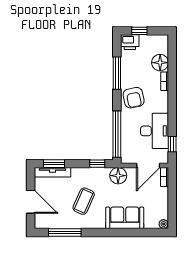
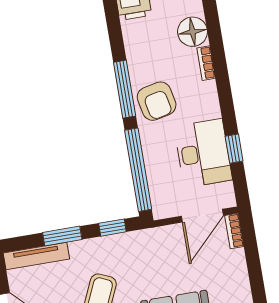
window: (117, 73) -> (125, 89), moved
window: (172, 144) -> (234, 149), moved
window: (54, 164) -> (62, 236), moved
floor lamp: (118, 176) -> (153, 242), removed

